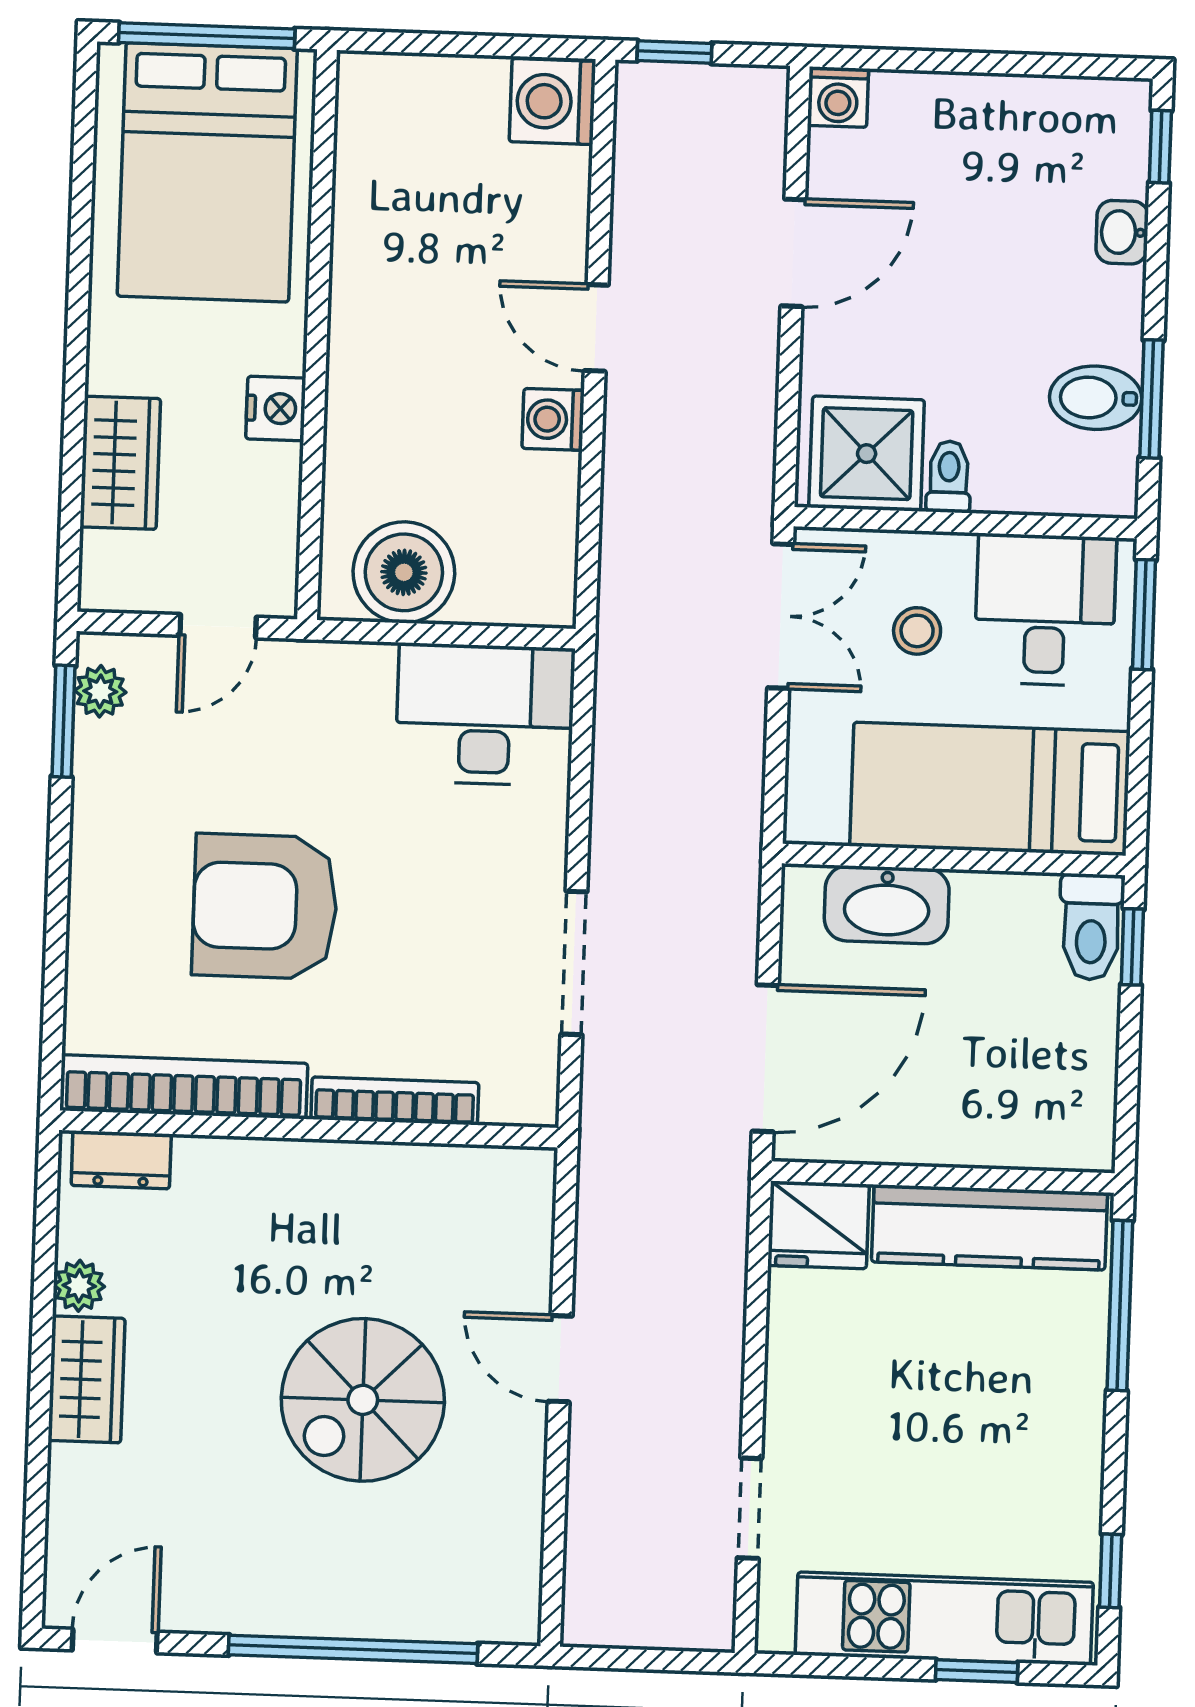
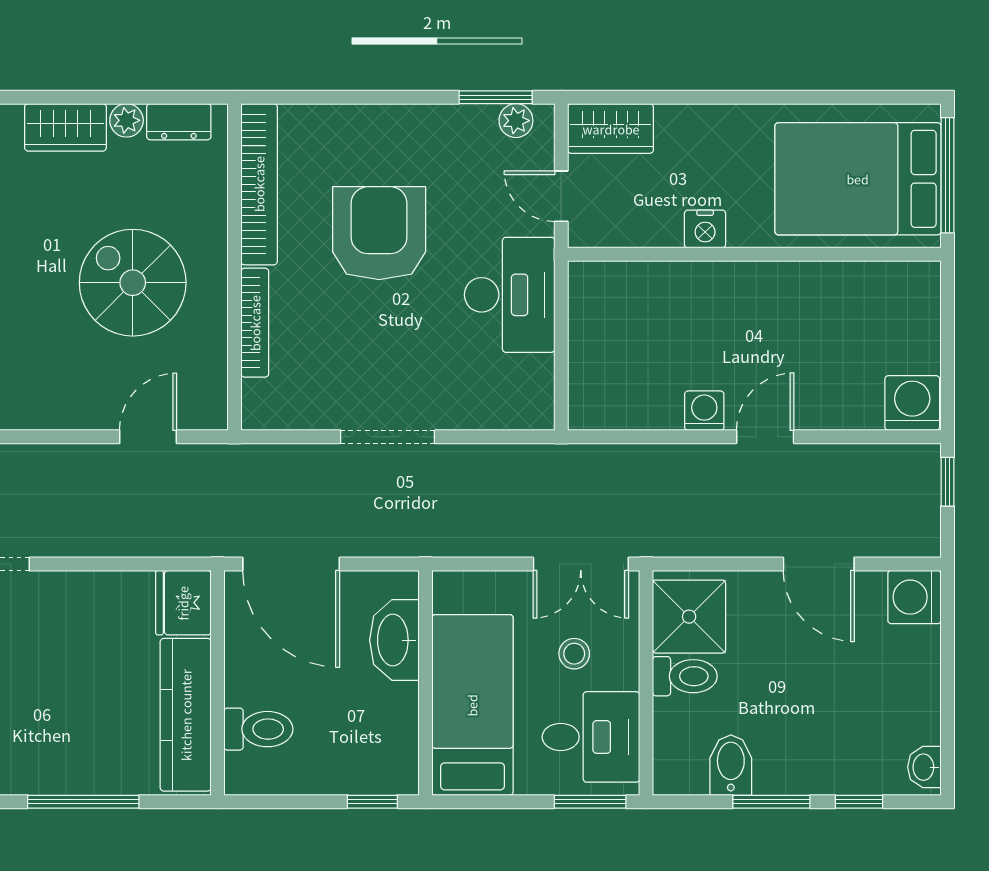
washing machine: (838, 97) -> (914, 597), width x1.38, depth x1.38
window: (1160, 147) -> (859, 802), moved
washbasin: (1122, 232) -> (924, 767), moved, turned -90
window: (1151, 399) -> (771, 802), moved
wardrobe: (120, 463) -> (611, 129), moved
toilet: (949, 477) -> (685, 676), width x1.37, depth x1.39
boiler: (404, 572) -> (601, 317), removed
desk: (485, 714) -> (510, 295), moved
toilet: (1091, 927) -> (258, 729), moved, turned 180
doorway: (574, 963) -> (388, 437), moved
dresser: (121, 1160) -> (179, 122), moved, turned -90
window: (1120, 1305) -> (83, 802), moved
door: (560, 1359) -> (148, 437), moved
spiral stairs: (363, 1400) -> (133, 283), moved

